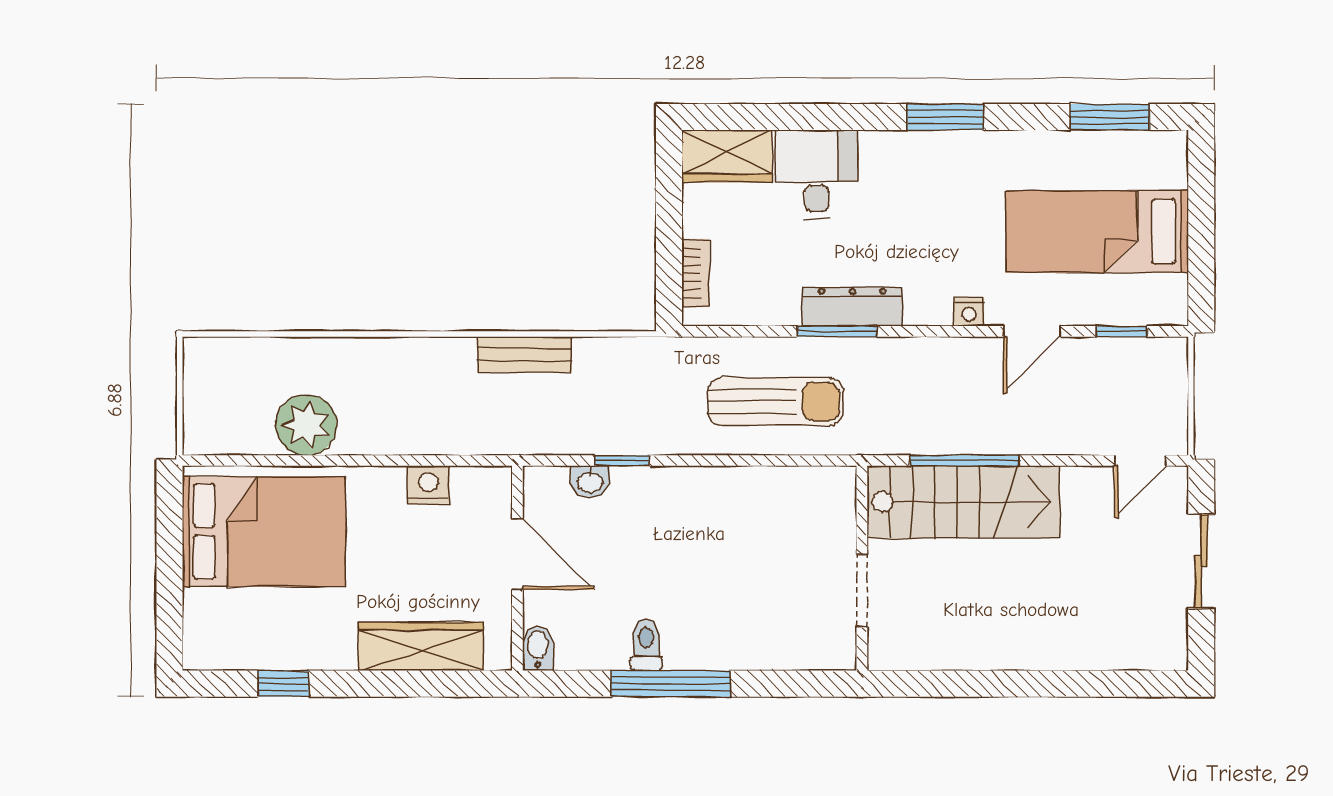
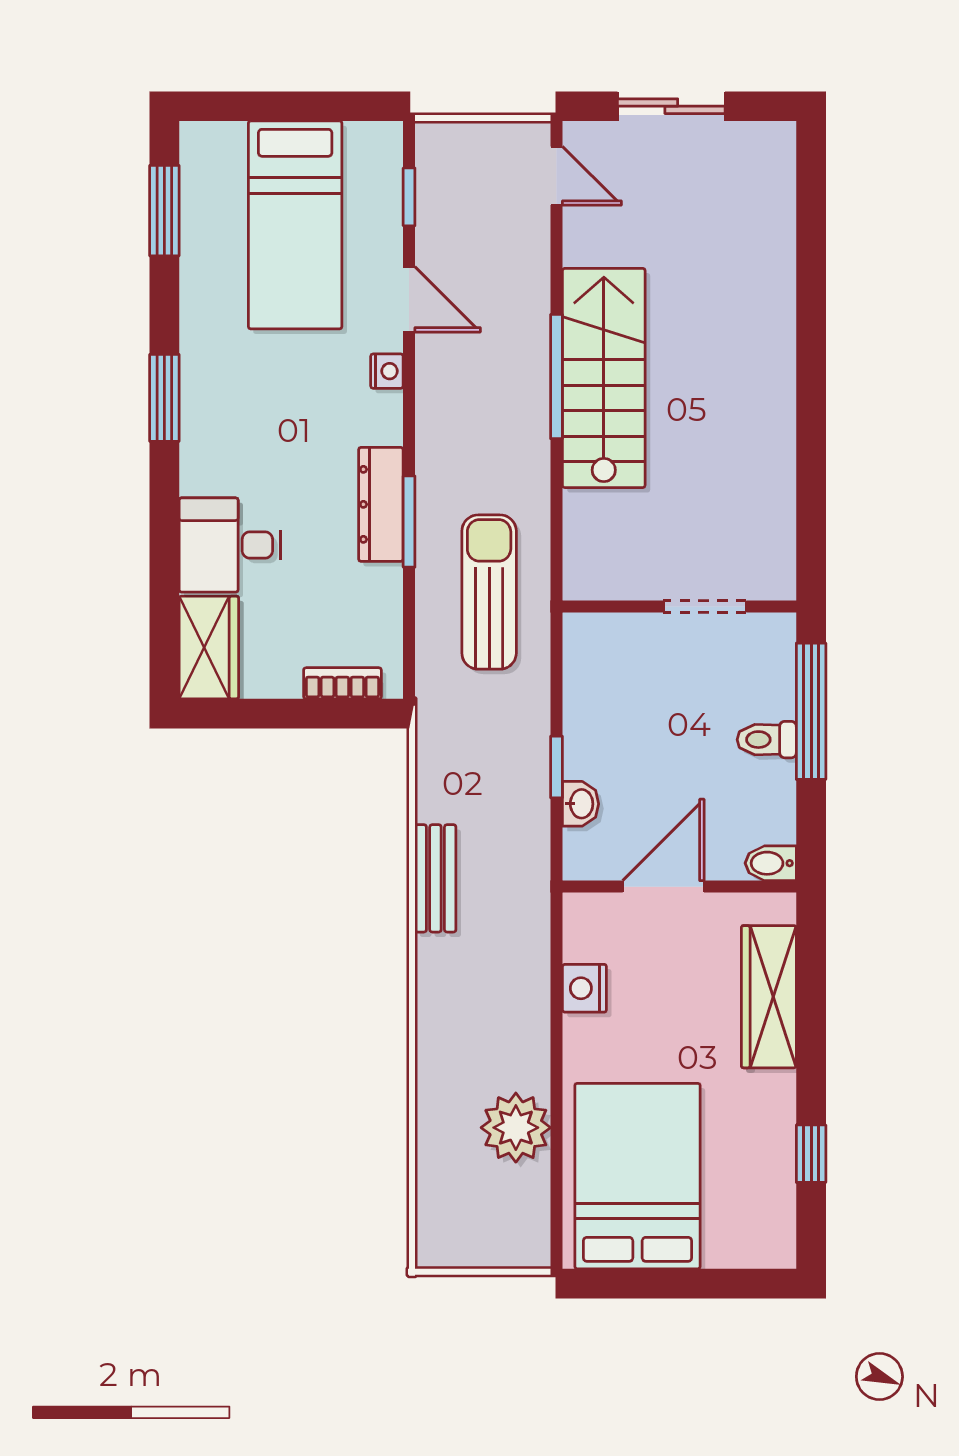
wall: (862, 568) -> (679, 606), moved
doorway: (862, 591) -> (705, 606), moved

